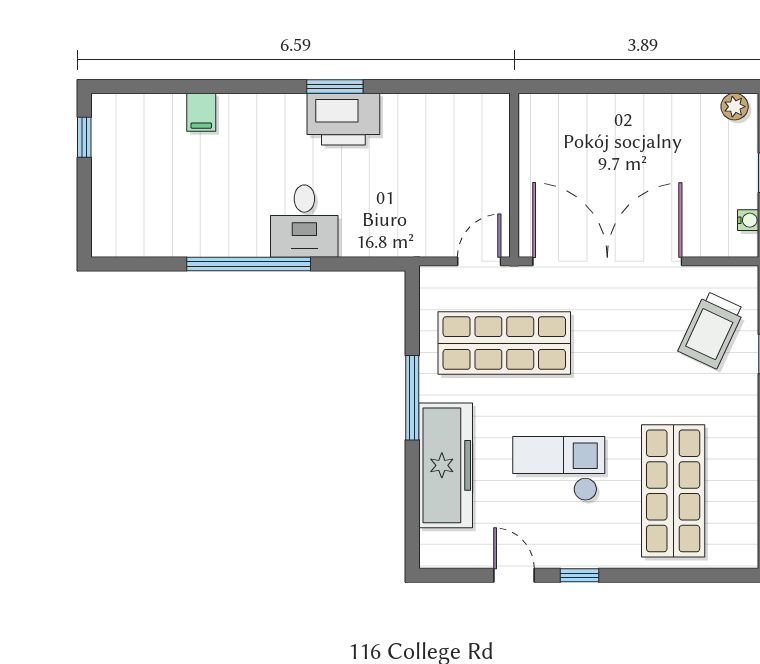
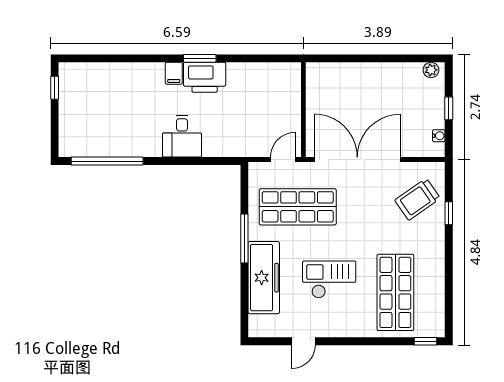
filing cabinet: (201, 112) -> (174, 73), moved
window: (249, 264) -> (107, 161), moved
trolley: (711, 330) -> (418, 199), turned 30
door: (514, 575) -> (303, 341), swing flipped
window: (579, 575) -> (425, 341), moved

